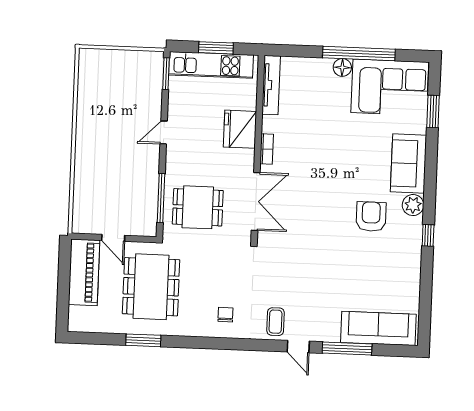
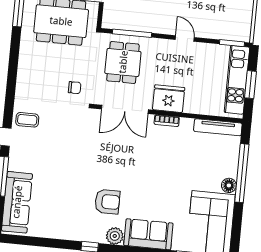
window: (359, 53) -> (242, 173), moved
fridge: (240, 129) -> (169, 99), moved
chair: (225, 315) -> (75, 88), moved

